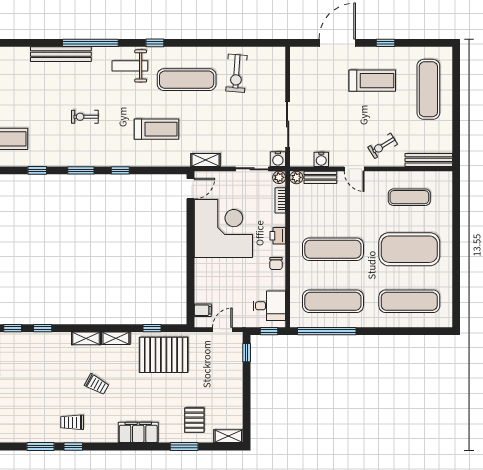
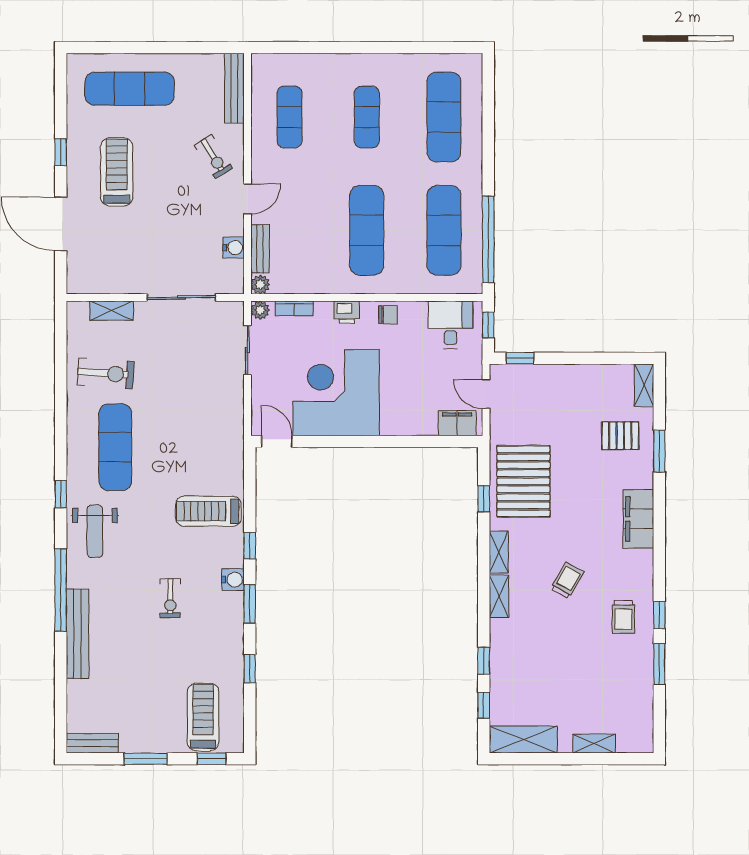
treadmill: (157, 129) -> (208, 511), moved, turned -90
water cooler: (278, 159) -> (233, 580), moved
shelving: (206, 160) -> (111, 311), moved, turned 90
exercise mat: (409, 249) -> (367, 117), width x0.50, depth x0.69
filing cabinet: (203, 310) -> (457, 423), width x2.00

